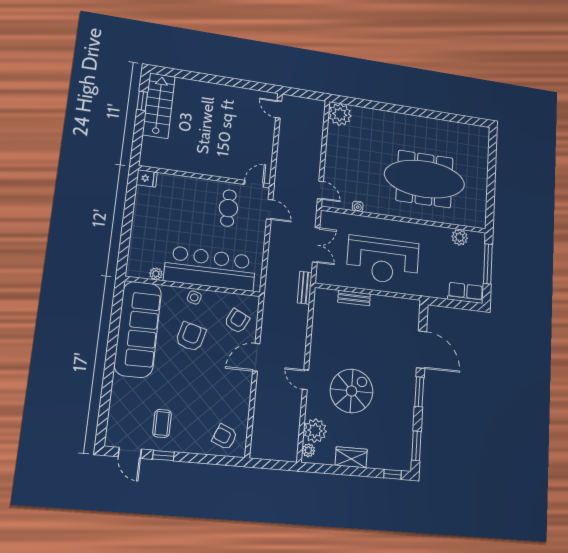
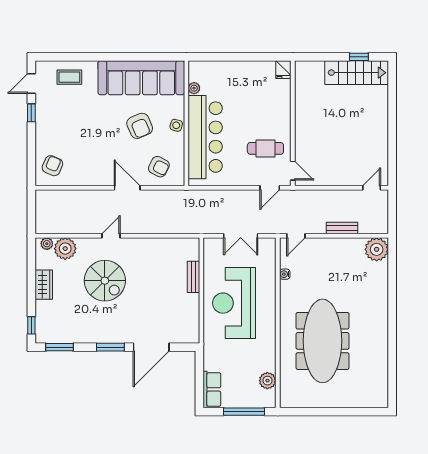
bench: (305, 288) -> (342, 228), moved
armchair: (191, 337) -> (140, 126), turned 52
coffee table: (162, 423) -> (69, 77), moved

